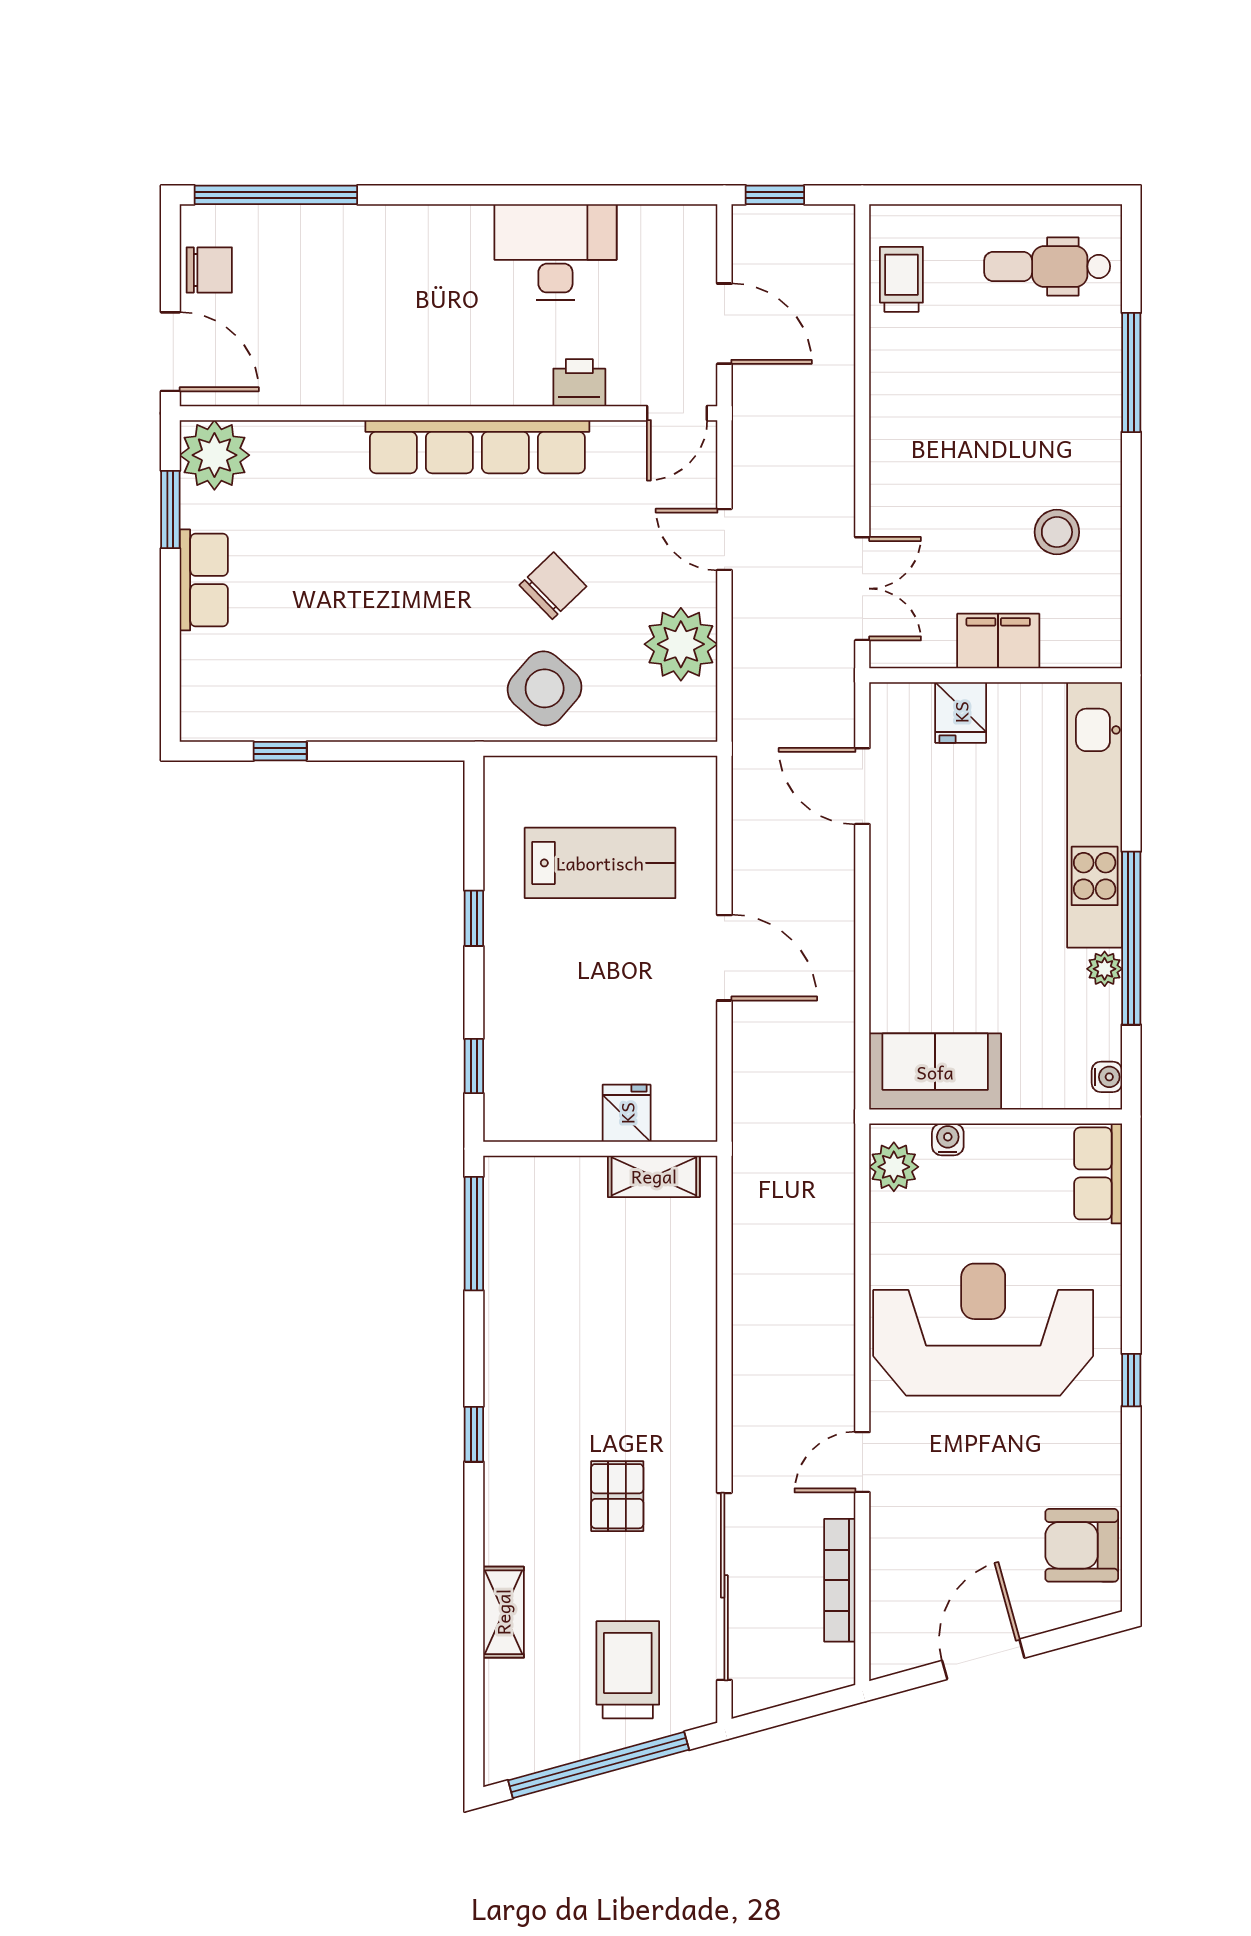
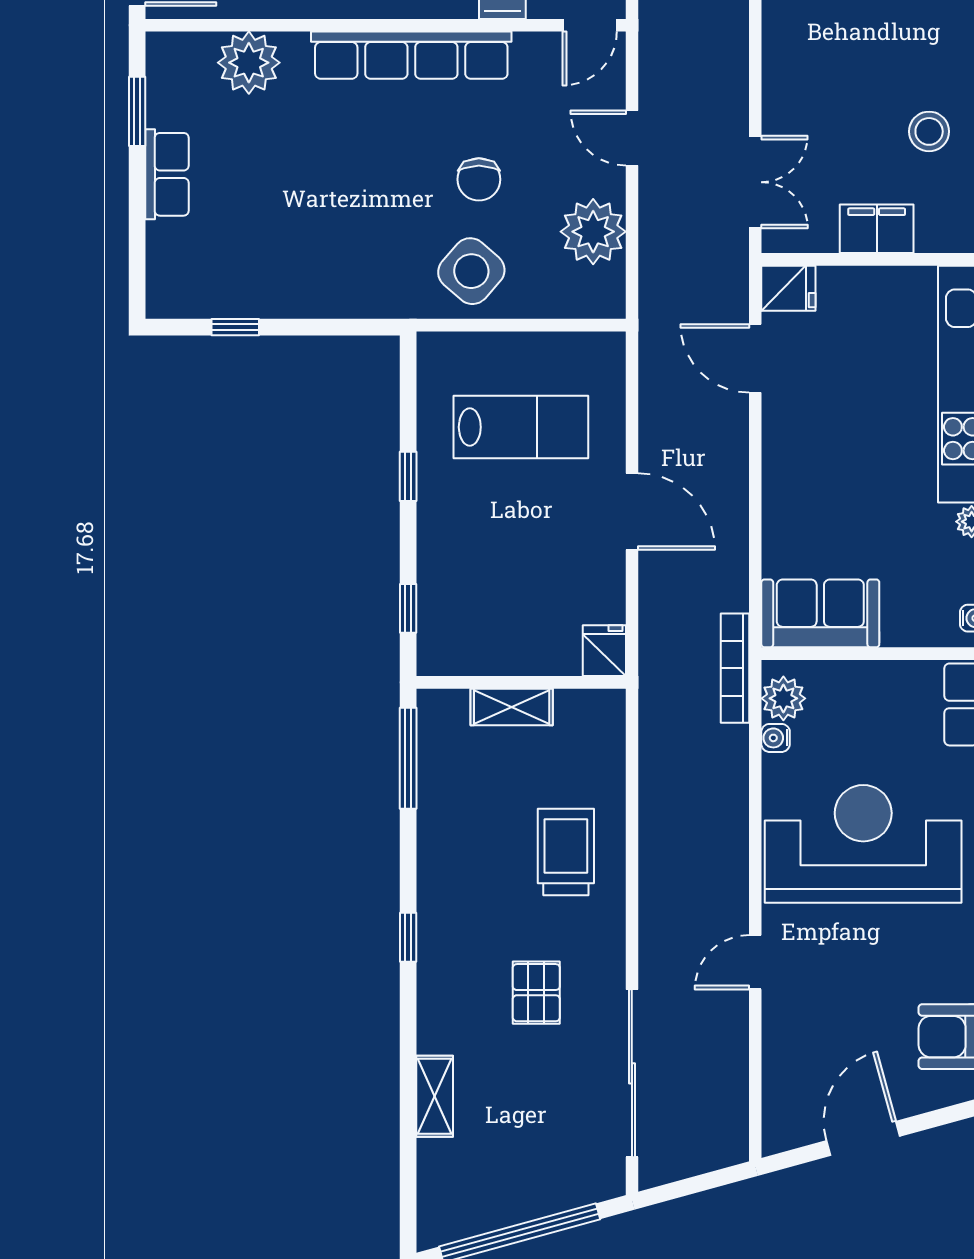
plant: (214, 455) -> (249, 63), moved
chair: (553, 586) -> (479, 179), turned 134
fridge: (961, 712) -> (788, 288), moved, turned -90
fridge: (627, 1113) -> (604, 651), moved
water cooler: (948, 1139) -> (776, 738), moved, turned -90
shelving: (654, 1176) -> (512, 707), moved
bookcase: (840, 1580) -> (735, 668), moved
trolley: (628, 1670) -> (566, 852), moved

